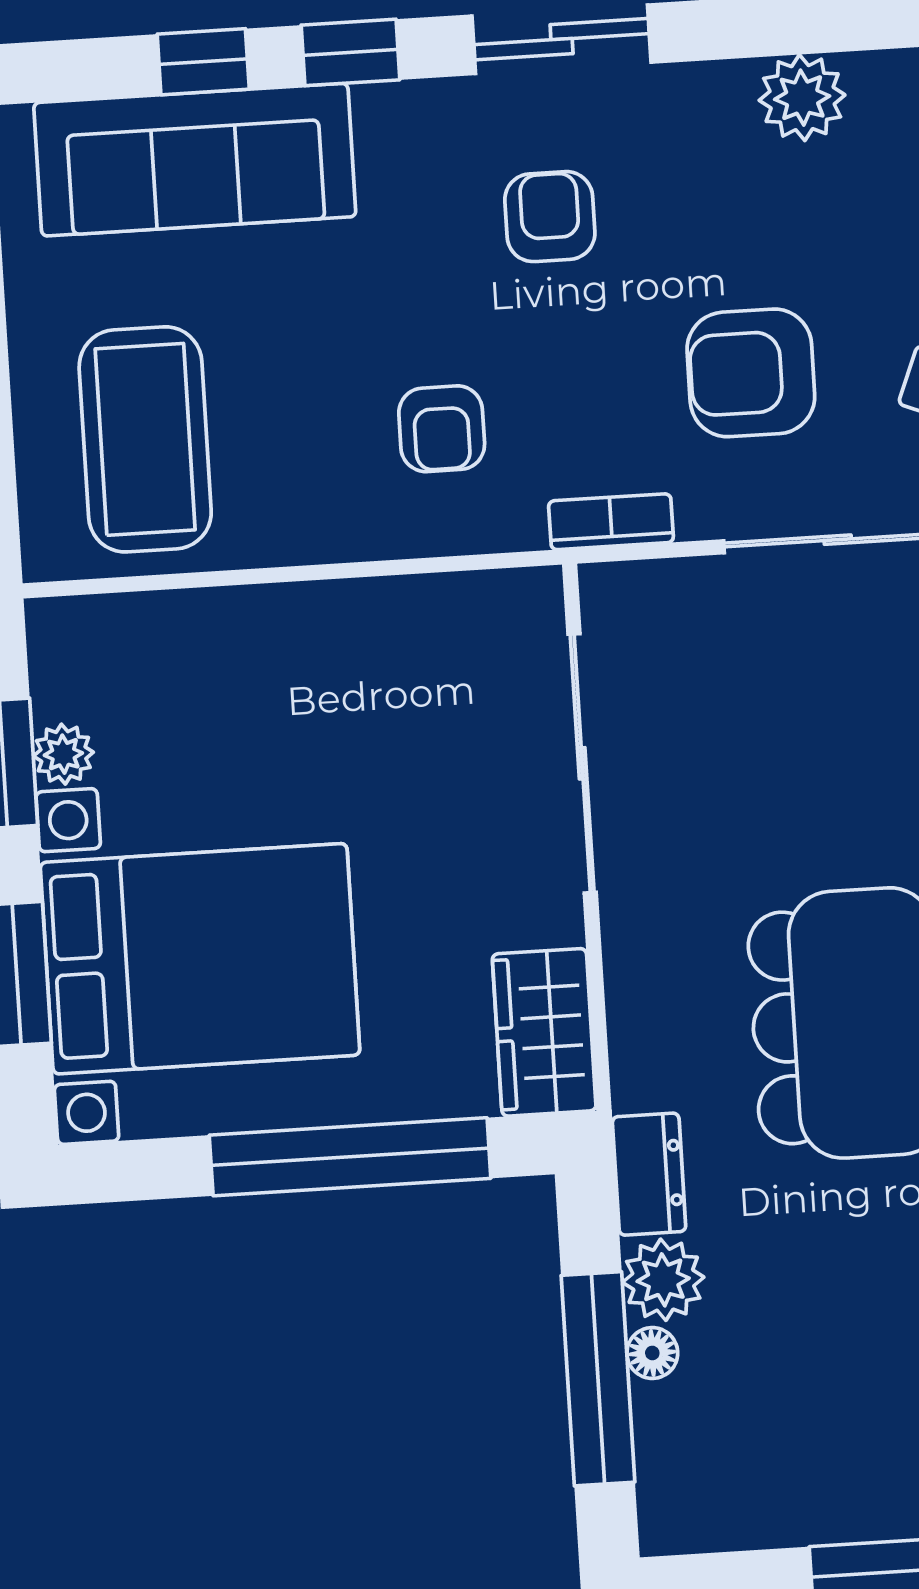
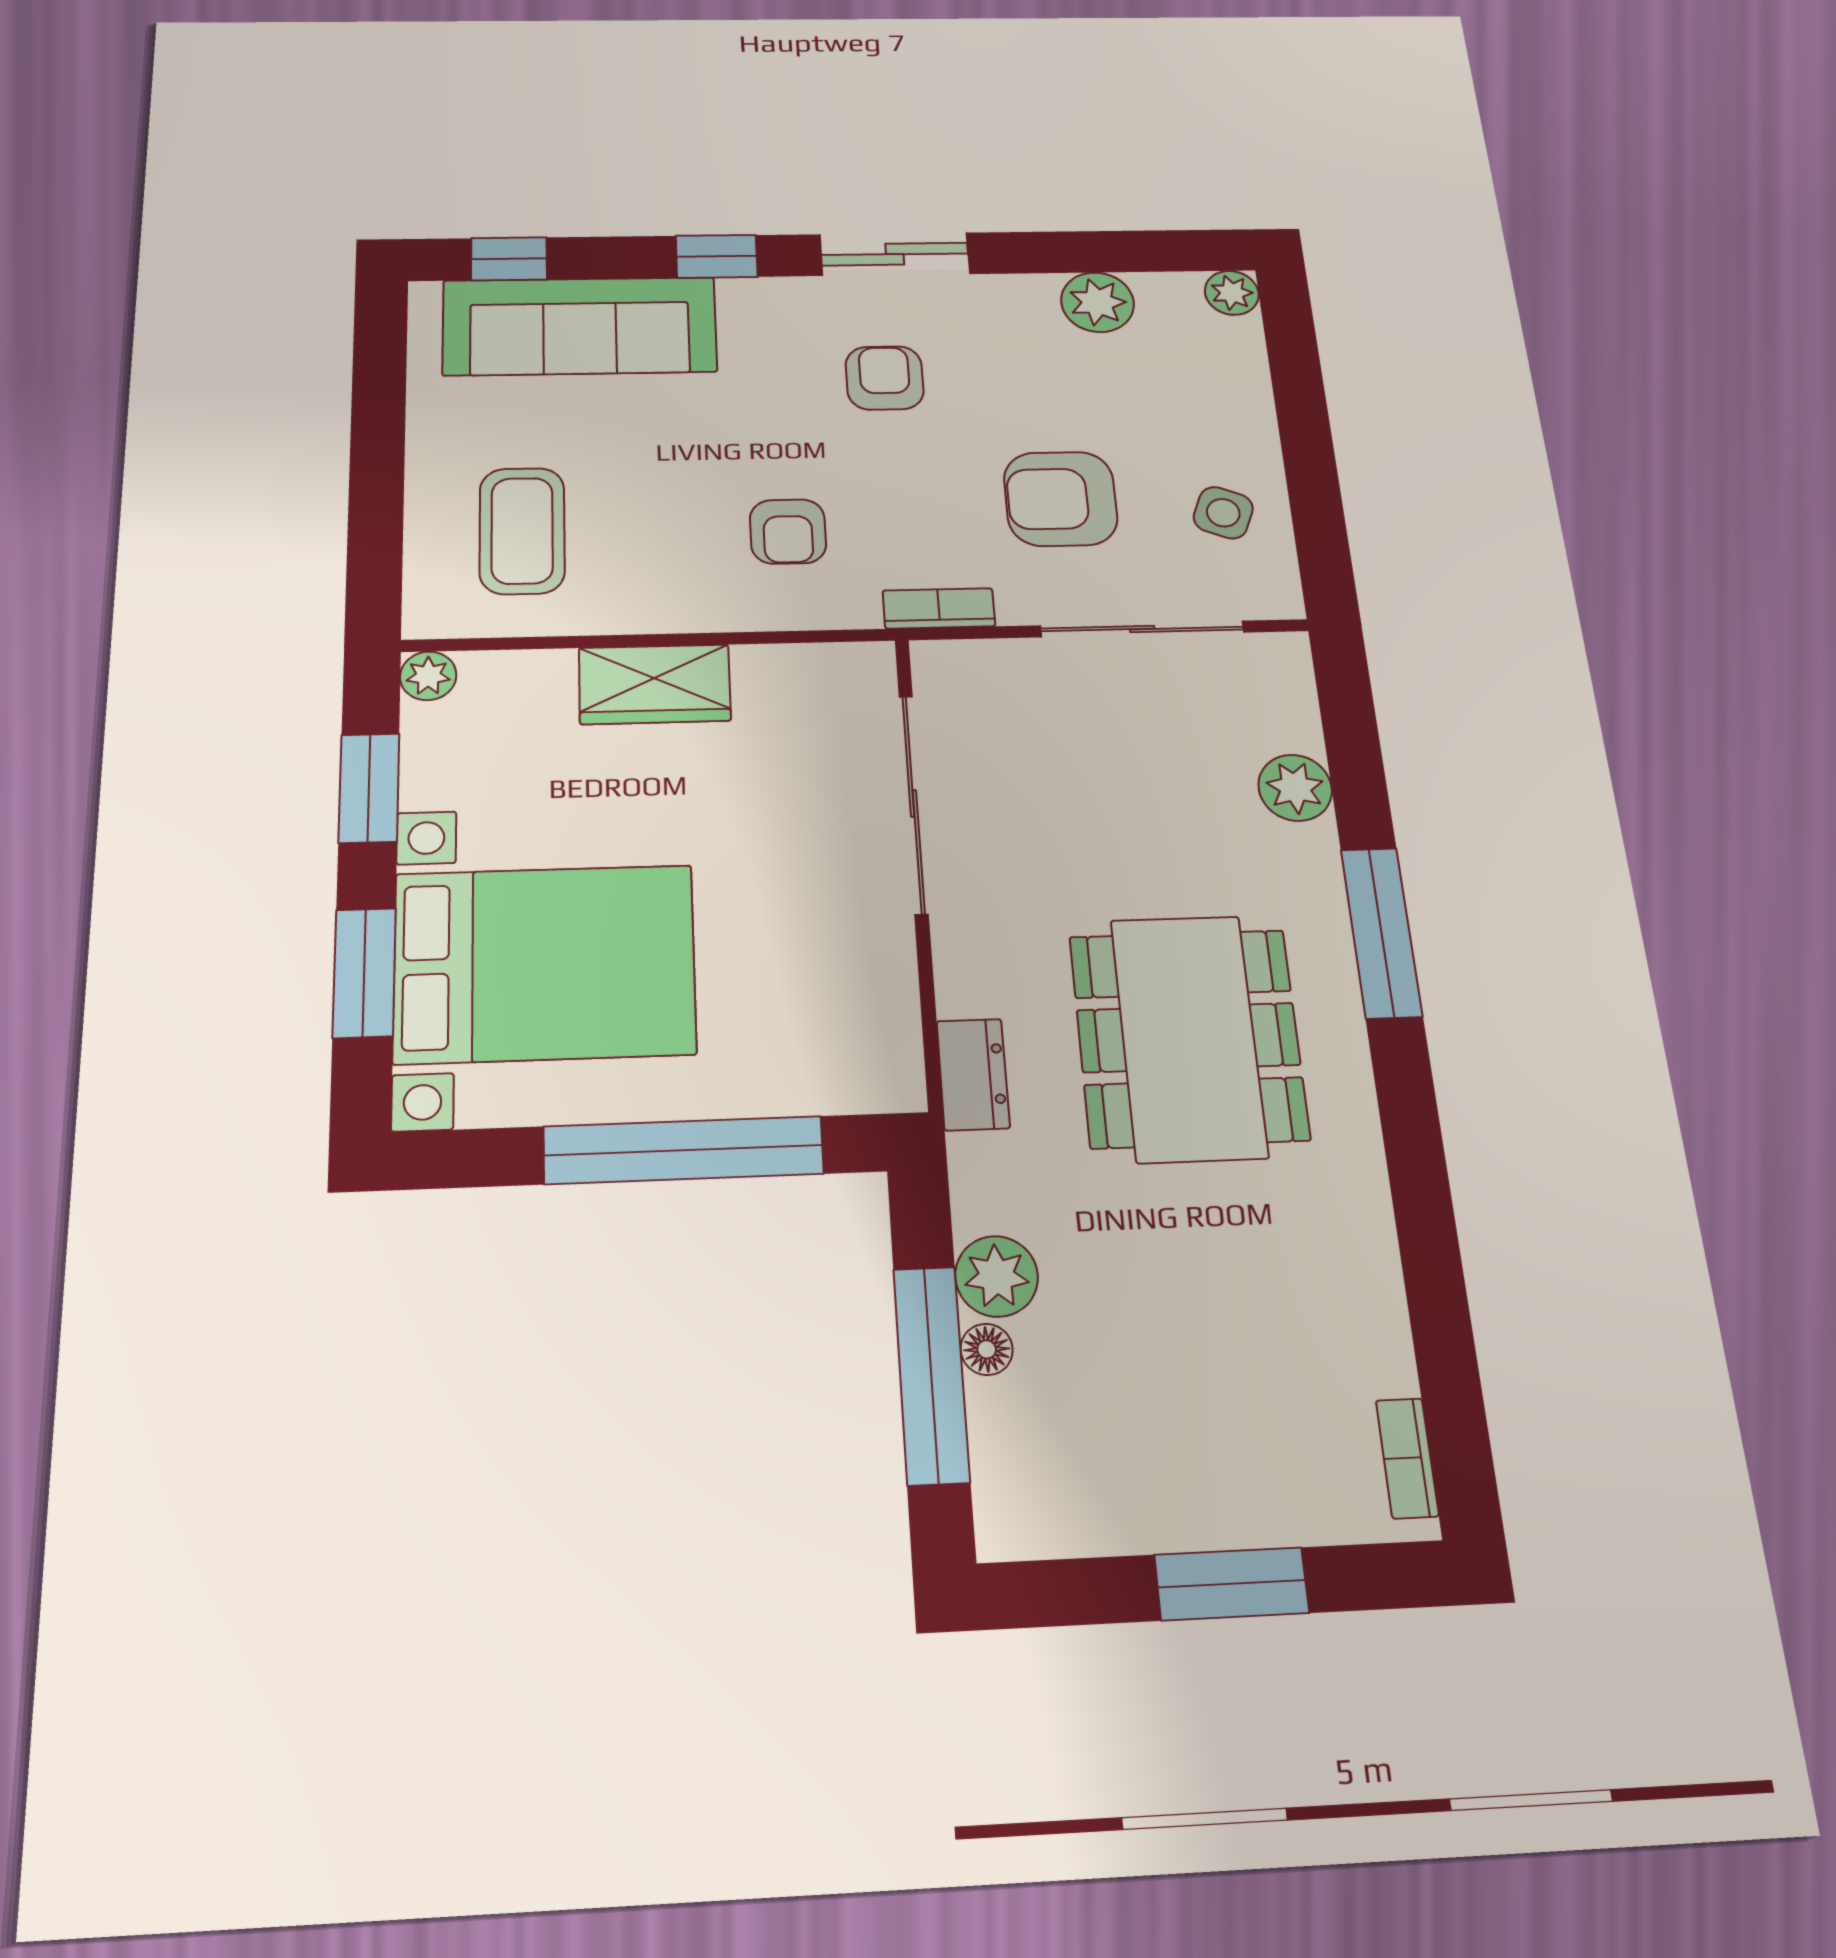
window: (203, 62) -> (509, 259), moved
coffee table: (145, 439) -> (522, 531), width x0.73, depth x0.76
plant: (63, 754) -> (428, 676), moved
wardrobe: (544, 1032) -> (655, 684), moved, turned -90
dresser: (649, 1174) -> (973, 1074), moved

